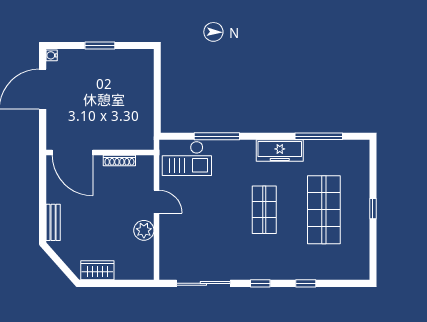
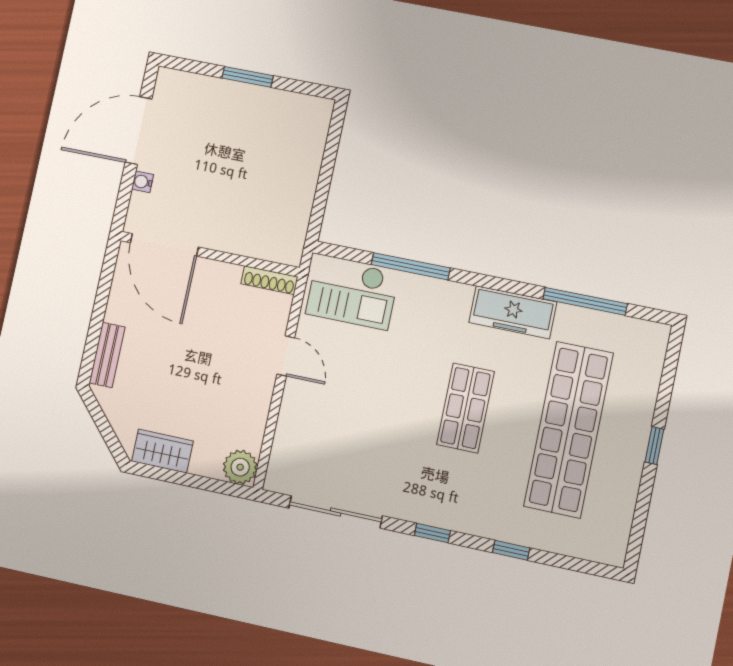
water cooler: (52, 55) -> (143, 182), moved
shoe rack: (119, 160) -> (269, 280), moved
shop shelf: (324, 210) -> (568, 430), width x1.40
plant: (144, 230) -> (240, 467), moved

